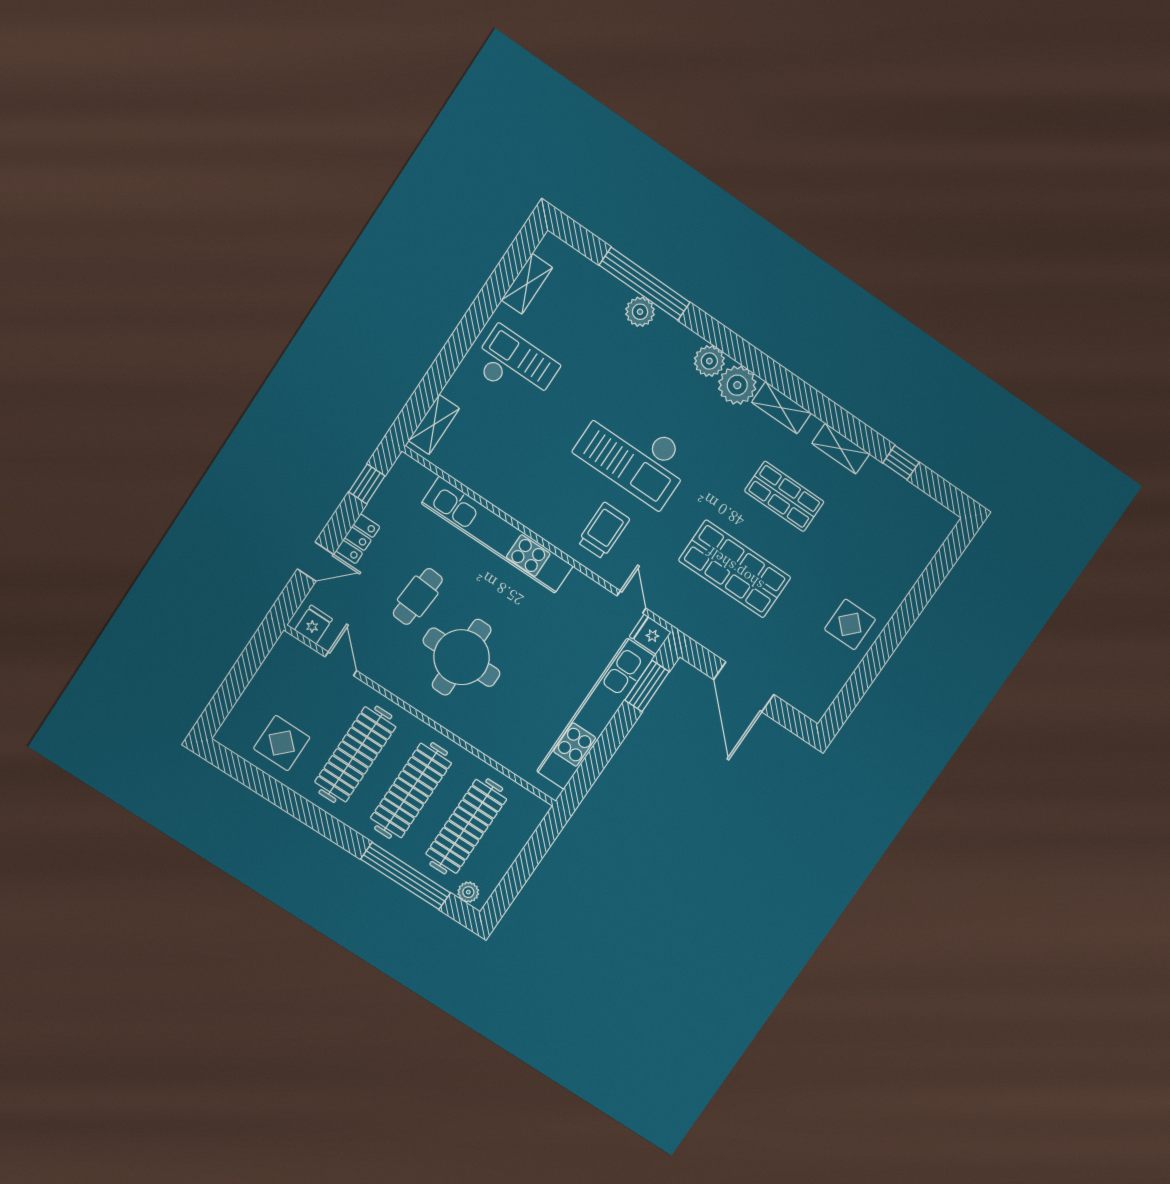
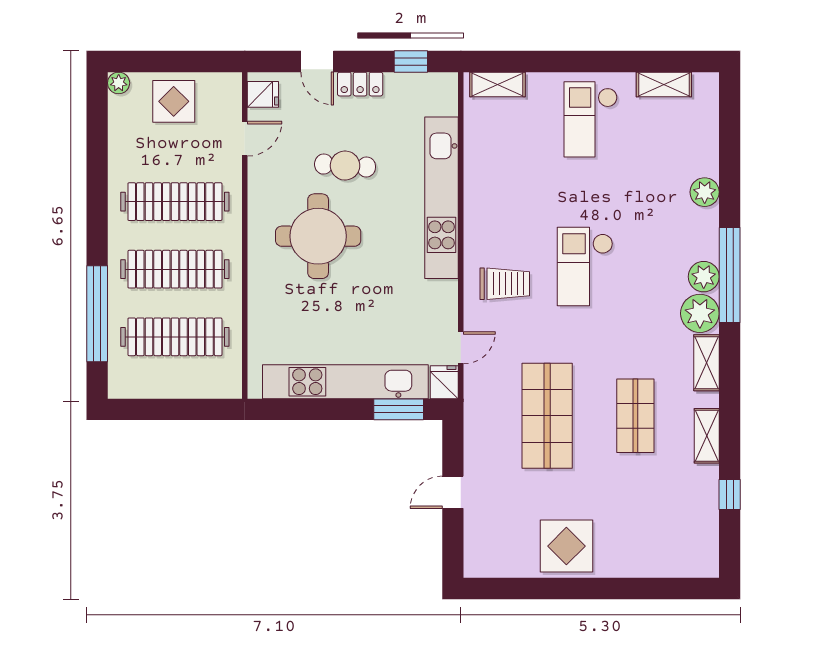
window: (645, 284) -> (730, 275), moved
checkout: (515, 366) -> (591, 119), turned 180
checkout: (634, 454) -> (585, 267), width x0.73, depth x0.83
display table: (850, 624) -> (566, 546), width x1.36, depth x1.36
door: (744, 687) -> (453, 492), width x0.53
display table: (282, 743) -> (174, 101), moved
plant: (468, 892) -> (119, 83), moved

